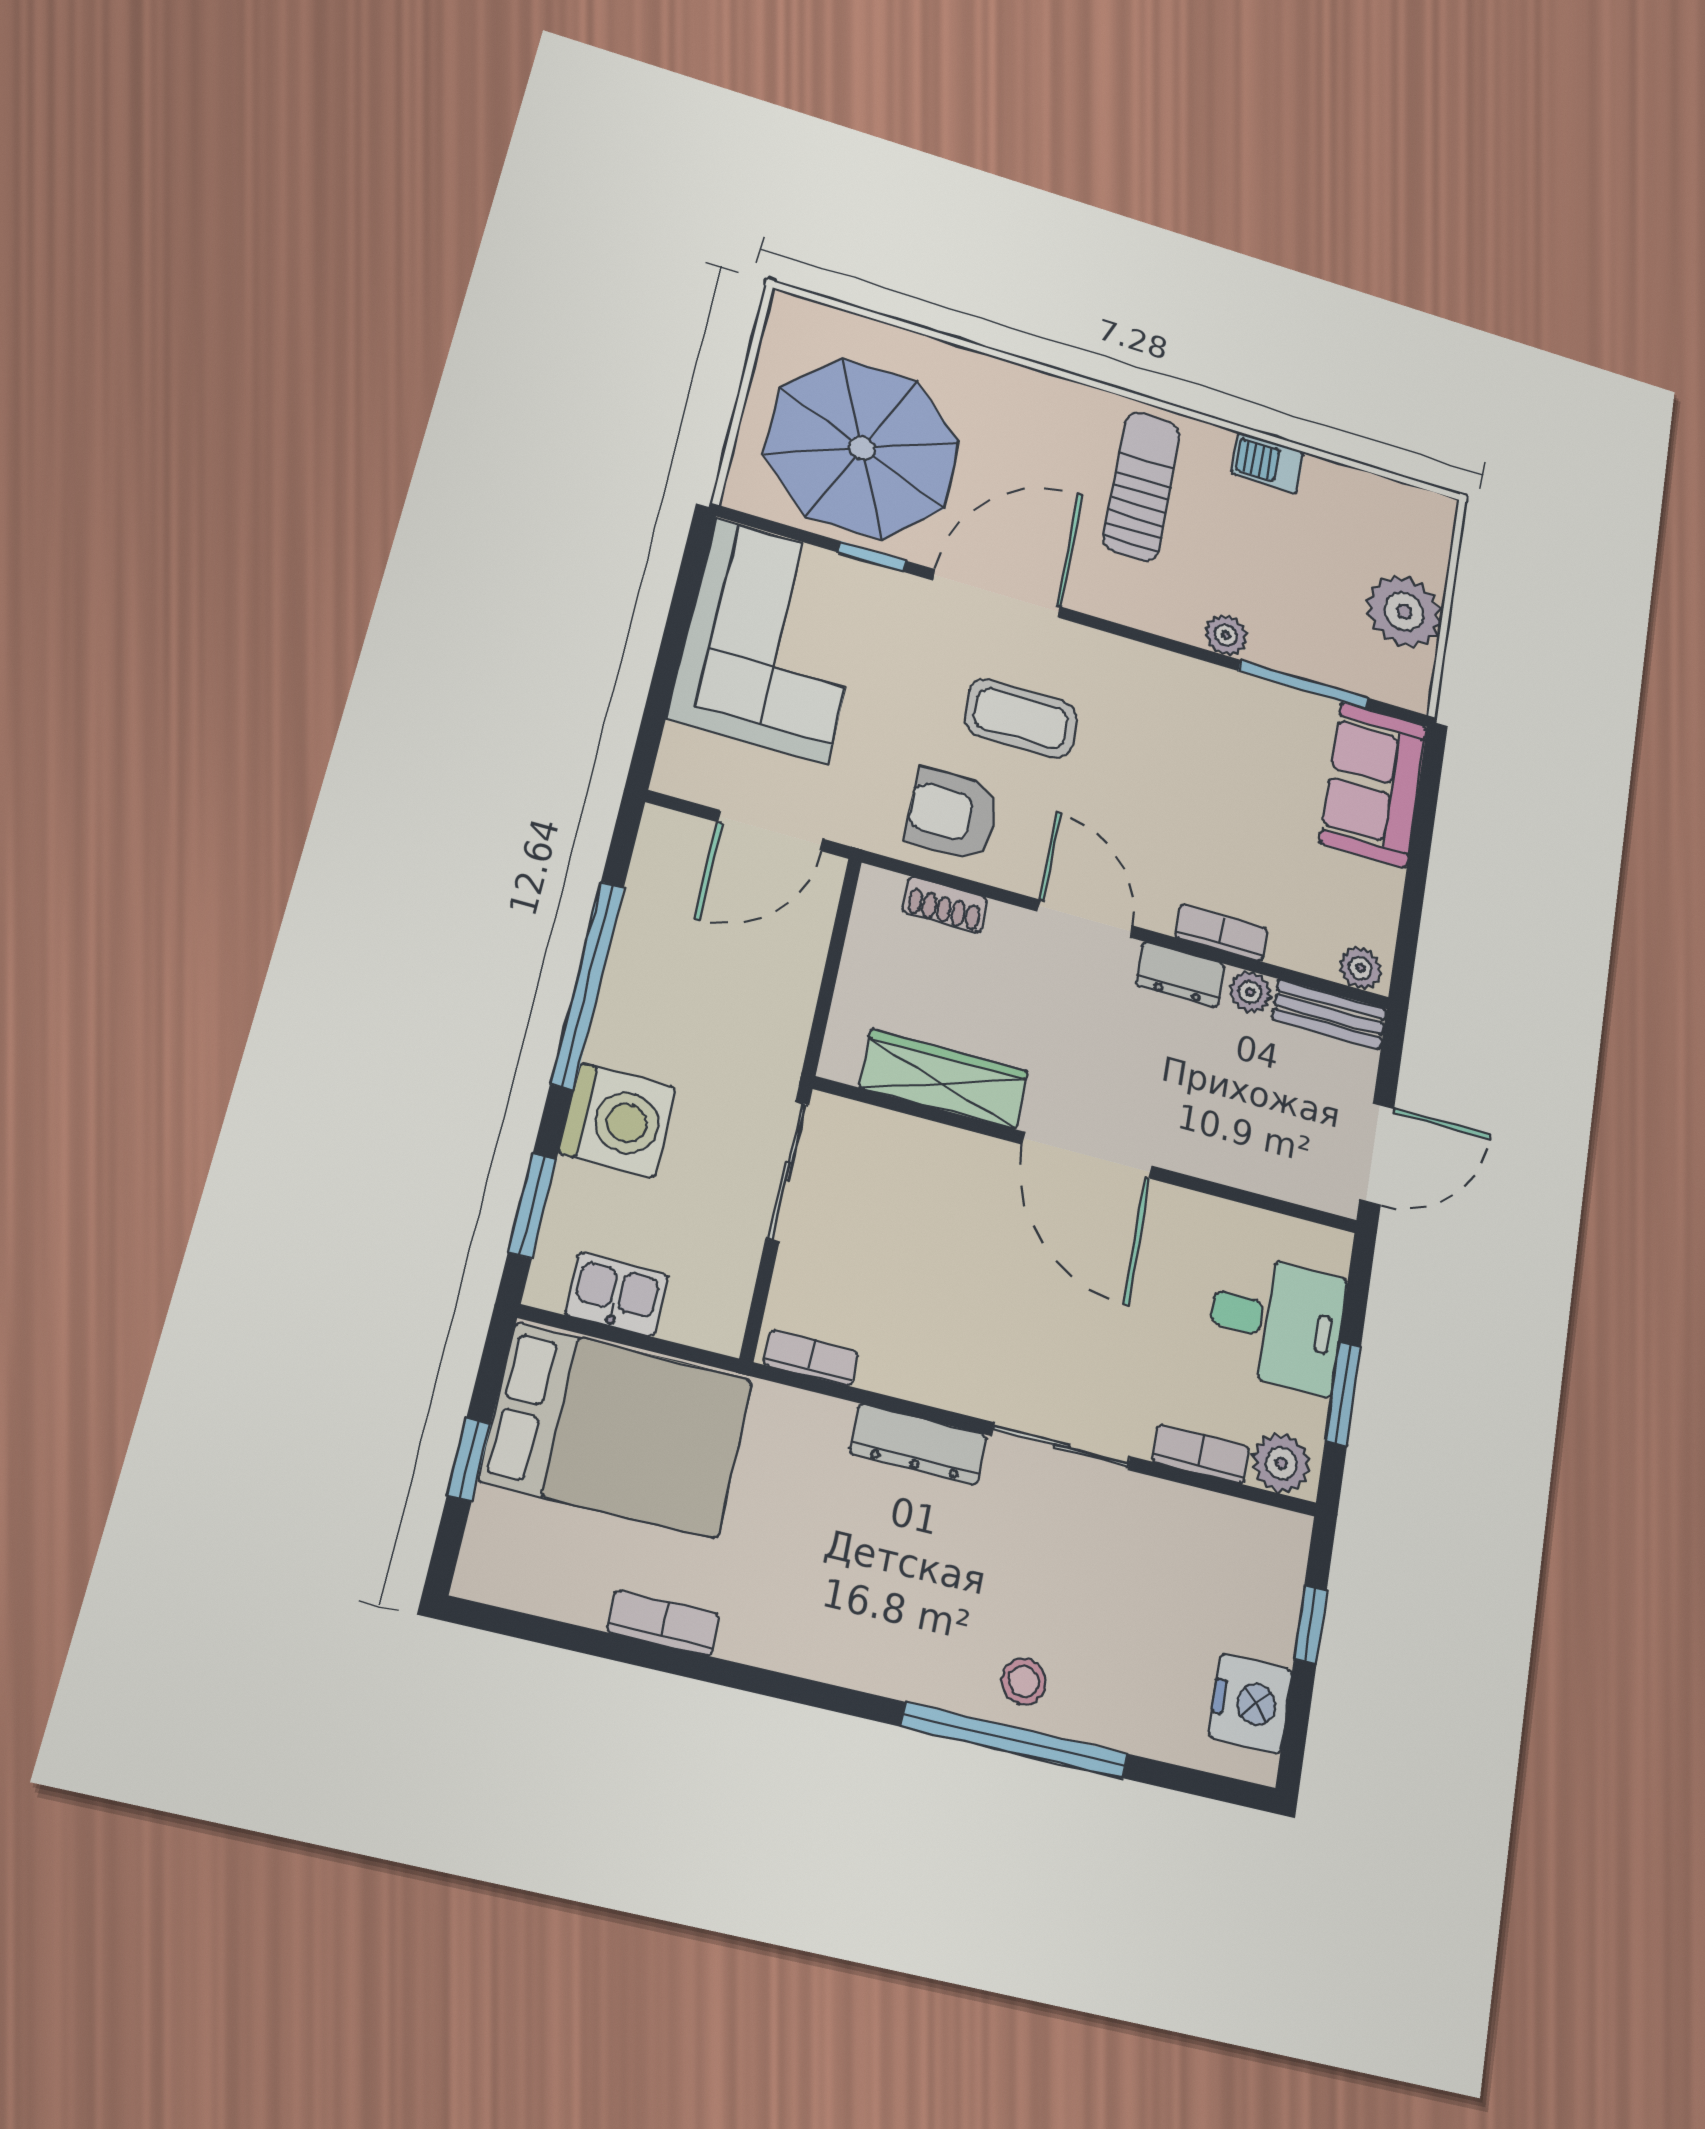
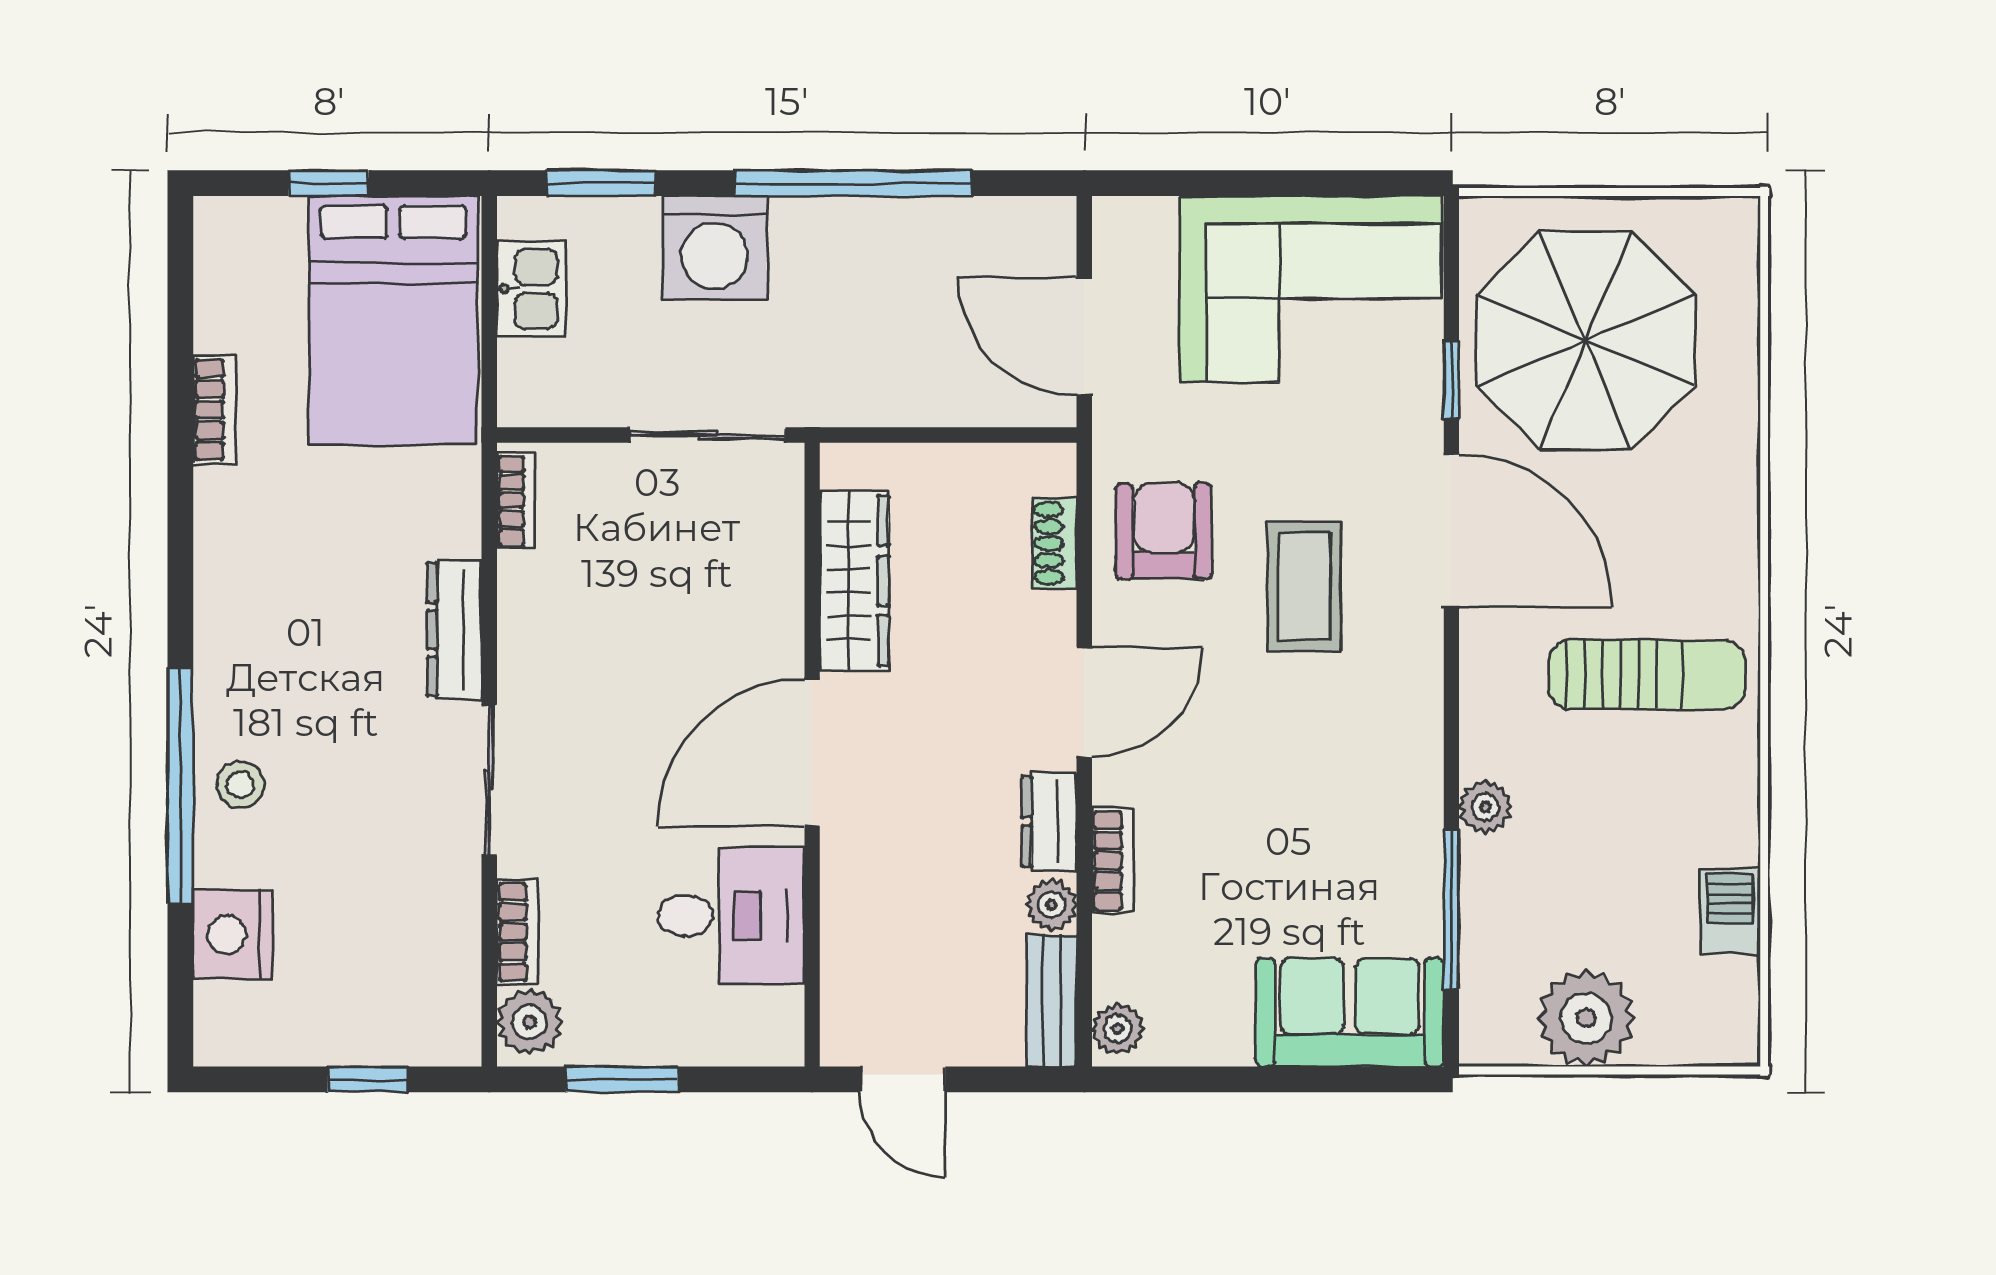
barbecue: (1268, 463) -> (1730, 911), moved
door: (1377, 1154) -> (903, 1079), width x0.73
desk: (1276, 1322) -> (731, 916), moved, turned -90
nightstand: (1250, 1703) -> (233, 935), moved, turned 90

